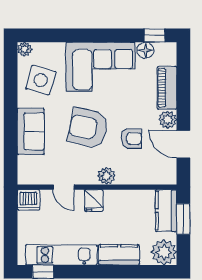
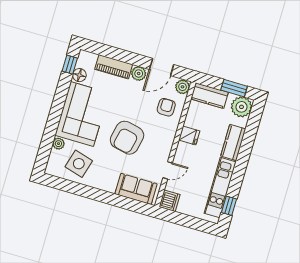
plant: (25, 49) -> (58, 144), moved
sofa: (31, 131) -> (136, 189), moved
armchair: (131, 139) -> (166, 107), moved
plant: (106, 176) -> (183, 87), moved
fridge: (94, 201) -> (189, 136), moved
window: (183, 219) -> (234, 88), moved

